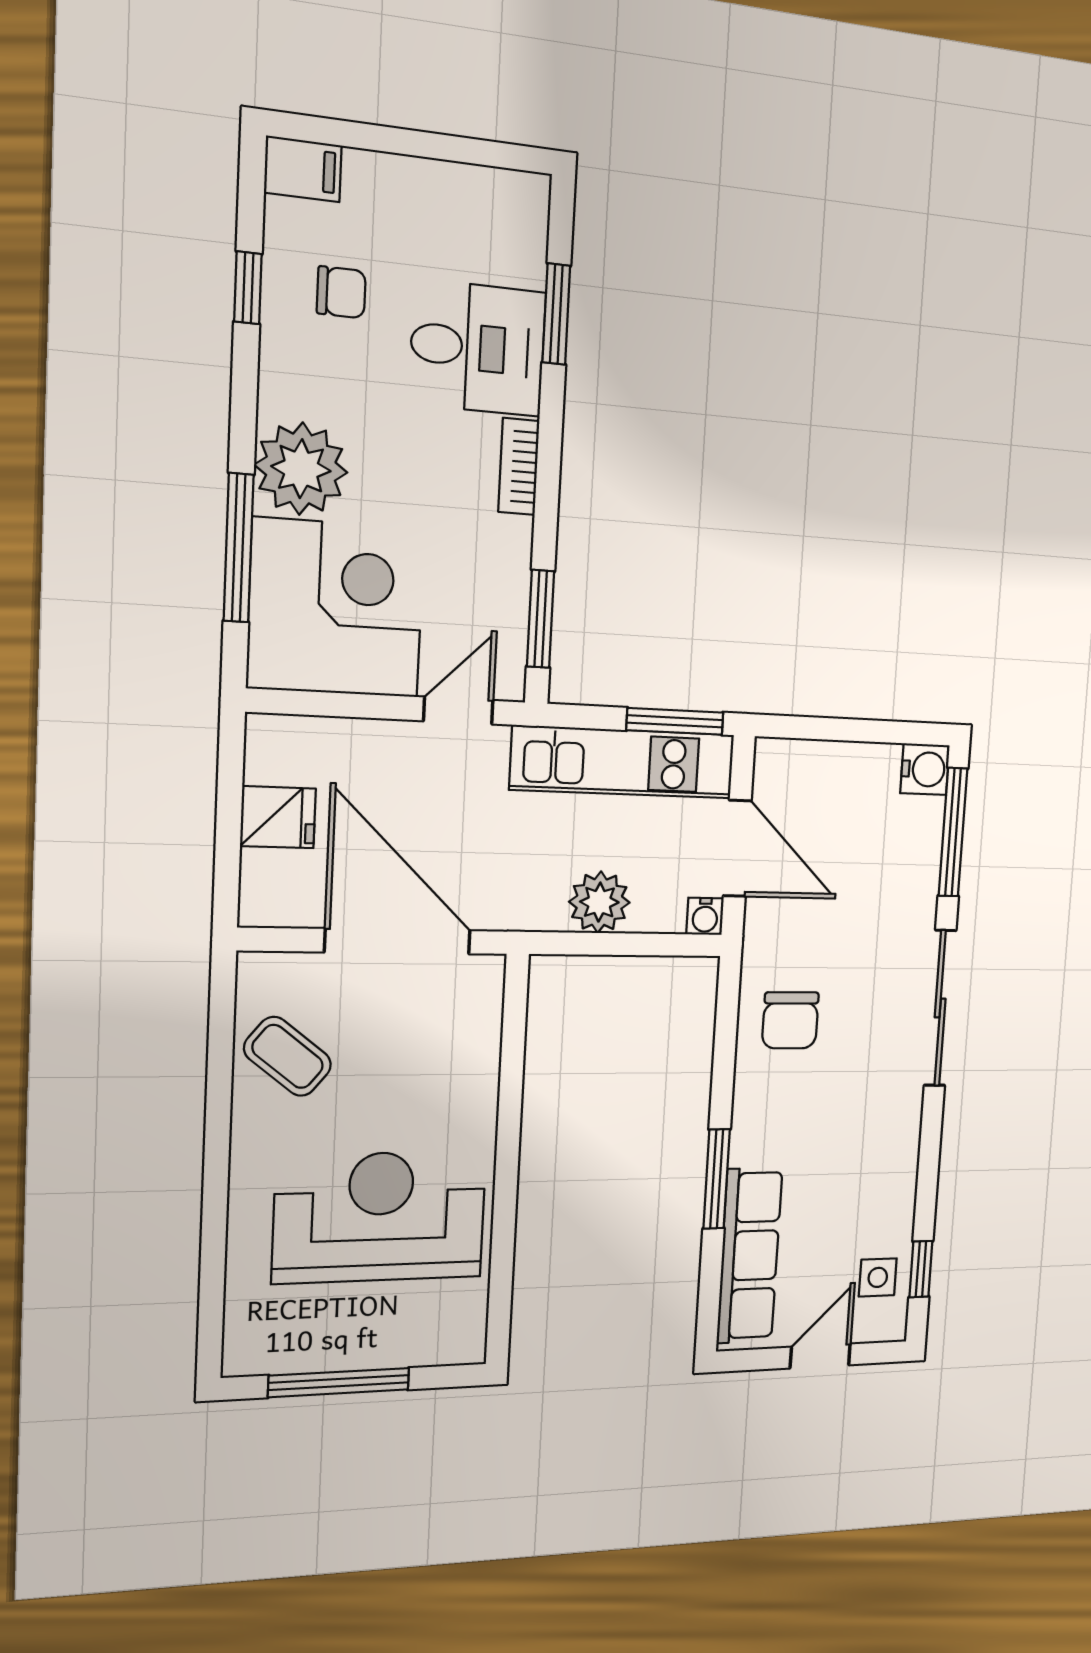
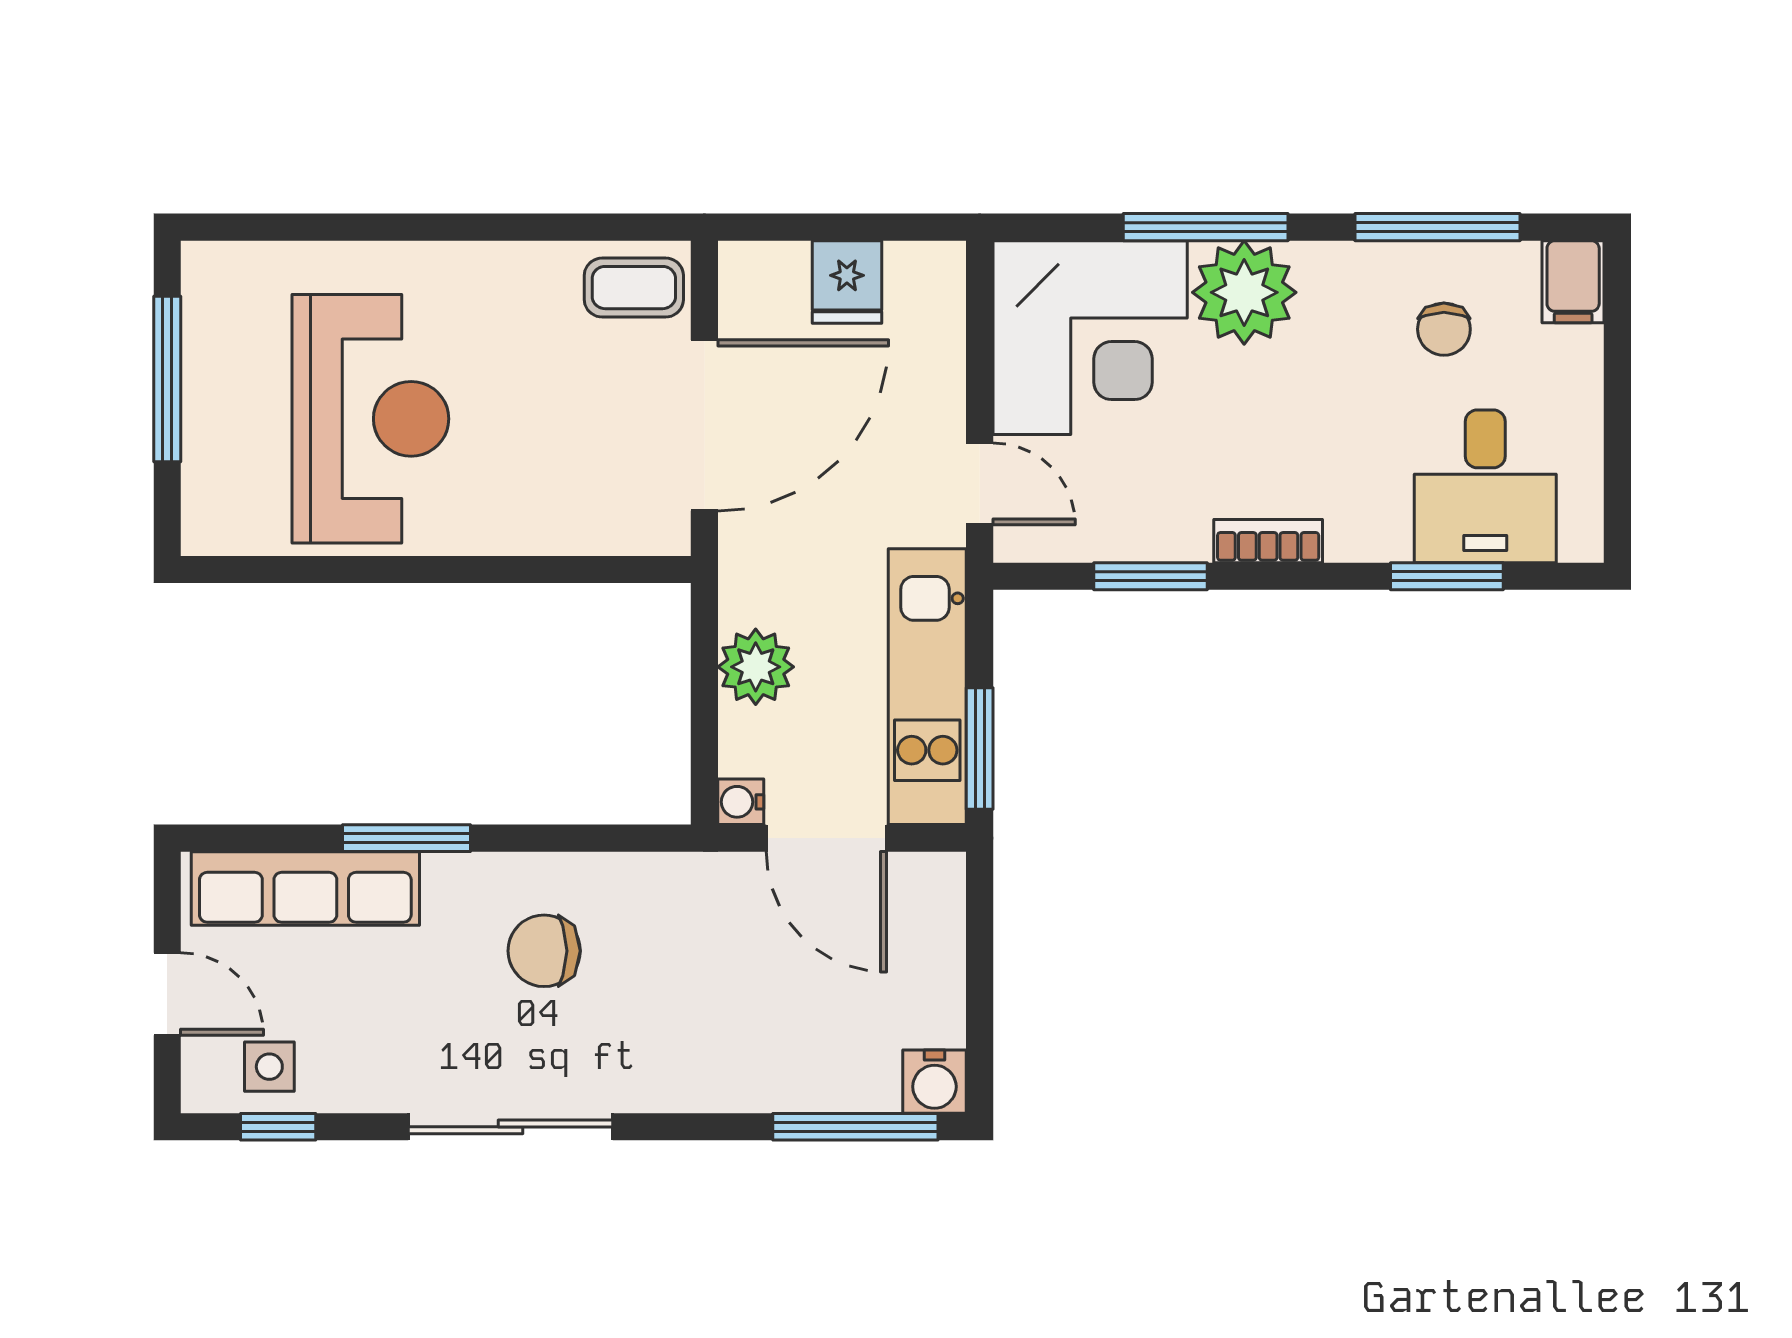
window: (248, 288) -> (1437, 227), width x2.17
desk: (478, 348) -> (1485, 486), moved
window: (239, 548) -> (1206, 227), moved
window: (541, 619) -> (1151, 576), moved
door: (737, 848) -> (826, 838), hinge flipped
sliding door: (940, 1008) -> (510, 1127), moved
chair: (790, 1020) -> (544, 951), moved
coffee table: (288, 1056) -> (634, 288), moved, turned 51

